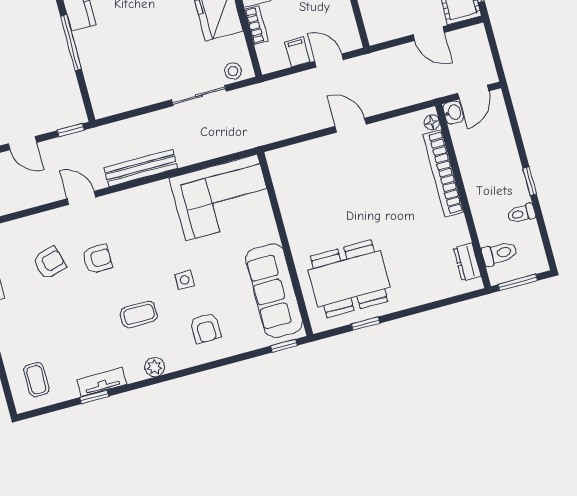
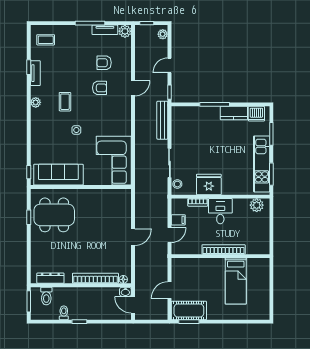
bench: (141, 168) -> (162, 120), moved
armchair: (97, 259) -> (99, 88), turned -90
dresser: (467, 262) -> (50, 278), width x1.44
armchair: (49, 263) -> (104, 63), turned 105
dining table: (349, 279) -> (54, 215), turned 90
armchair: (206, 328) -> (49, 134), removed

